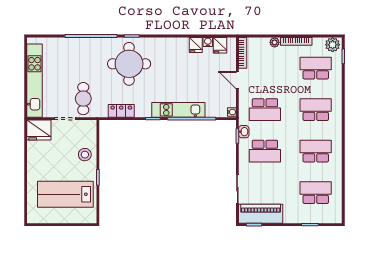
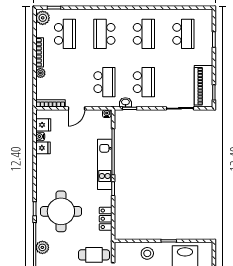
plant: (91, 44) -> (42, 247), added
school desk: (316, 68) -> (65, 34), turned 180
school desk: (316, 151) -> (144, 34), turned 180
school desk: (316, 193) -> (183, 34), turned 180

